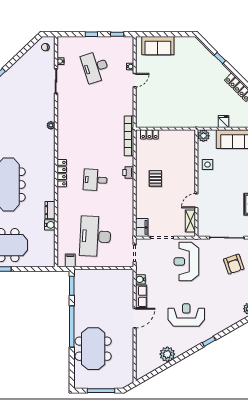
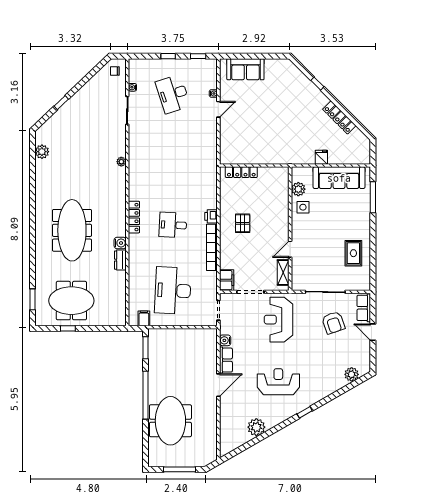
locker: (149, 134) -> (241, 172), width x1.53
bookcase: (129, 136) -> (212, 247), moved
plant: (203, 136) -> (298, 189), moved
water cooler: (50, 225) -> (120, 243), moved

